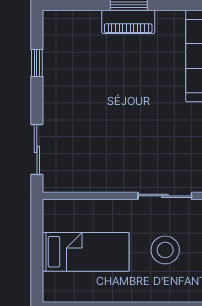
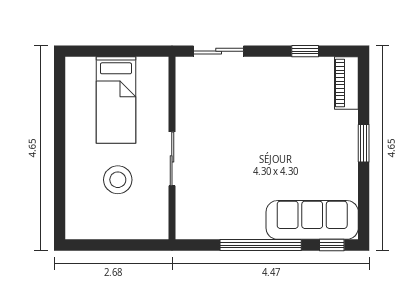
piano: (128, 22) -> (346, 83), moved
sliding door: (165, 196) -> (172, 159), moved

